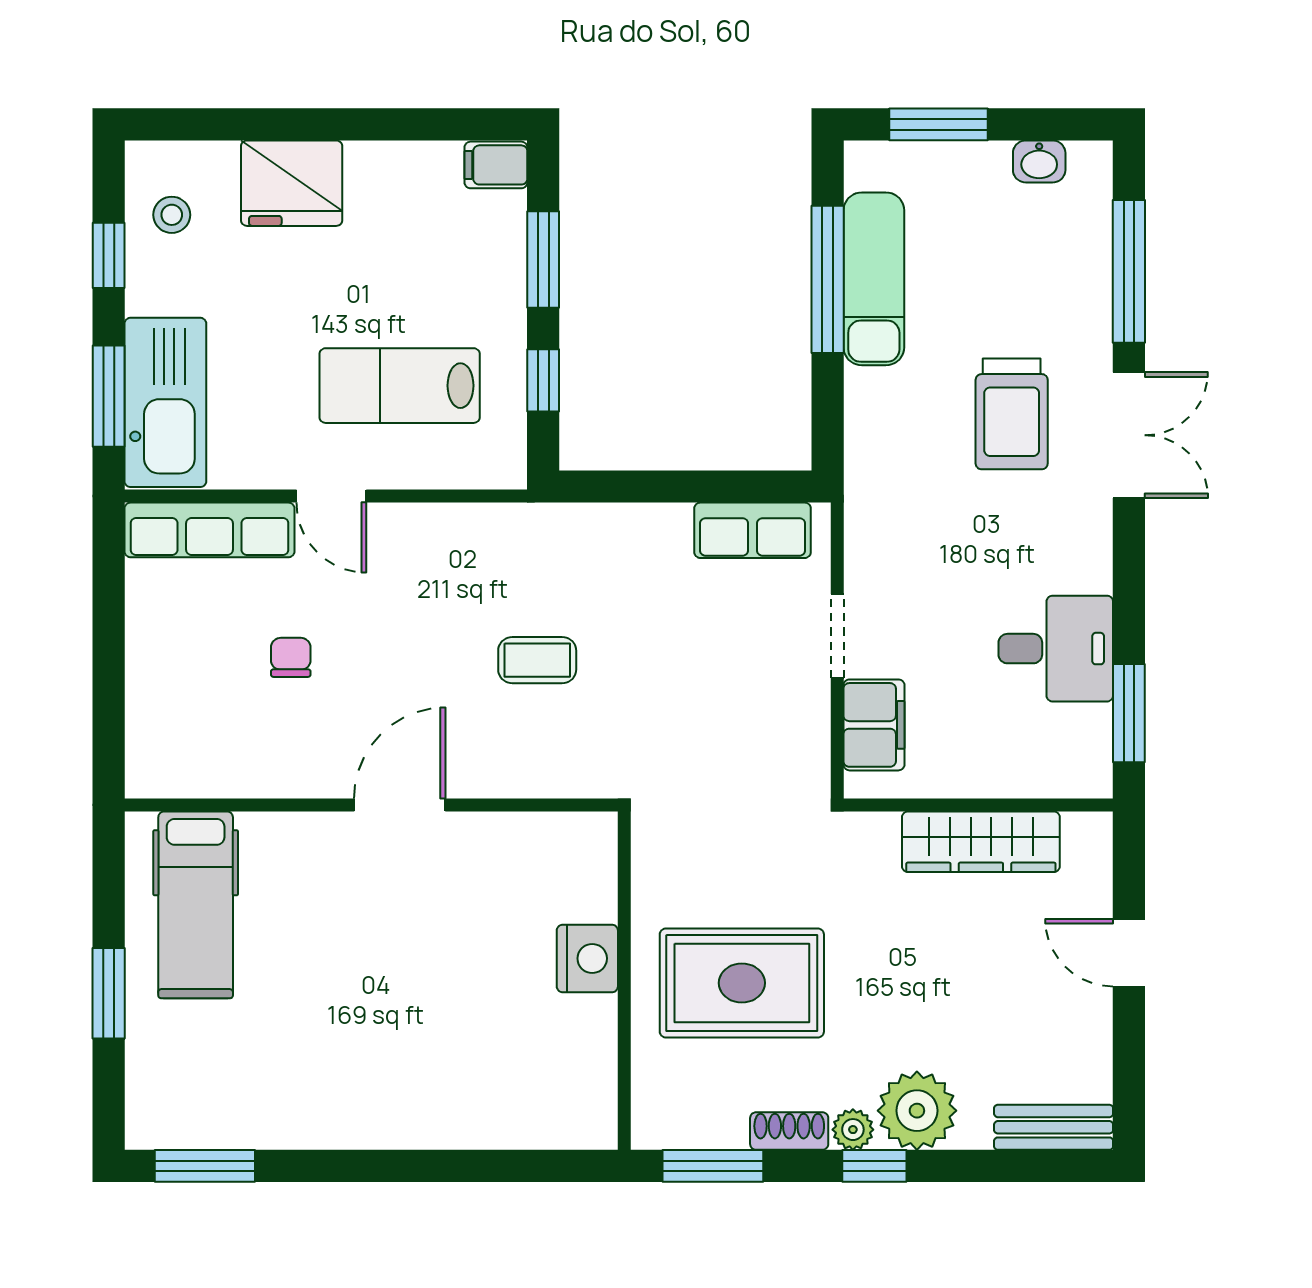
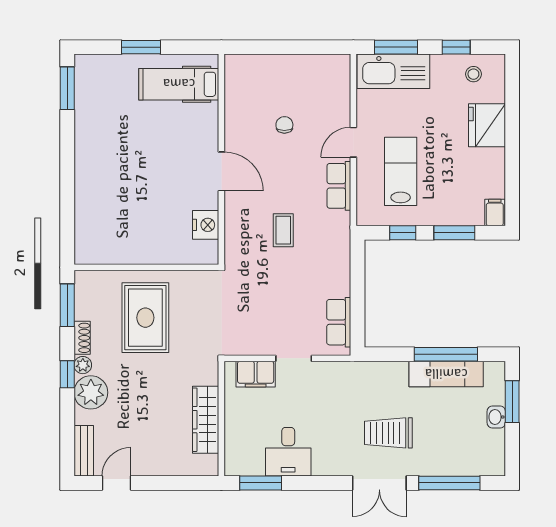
washbasin: (1039, 161) -> (496, 417), moved
row of seats: (209, 530) -> (339, 186), moved, width x0.68
chair: (291, 657) -> (284, 125), turned -90
door: (1129, 953) -> (116, 483), moved
nightstand: (587, 958) -> (206, 225), moved, turned -90

